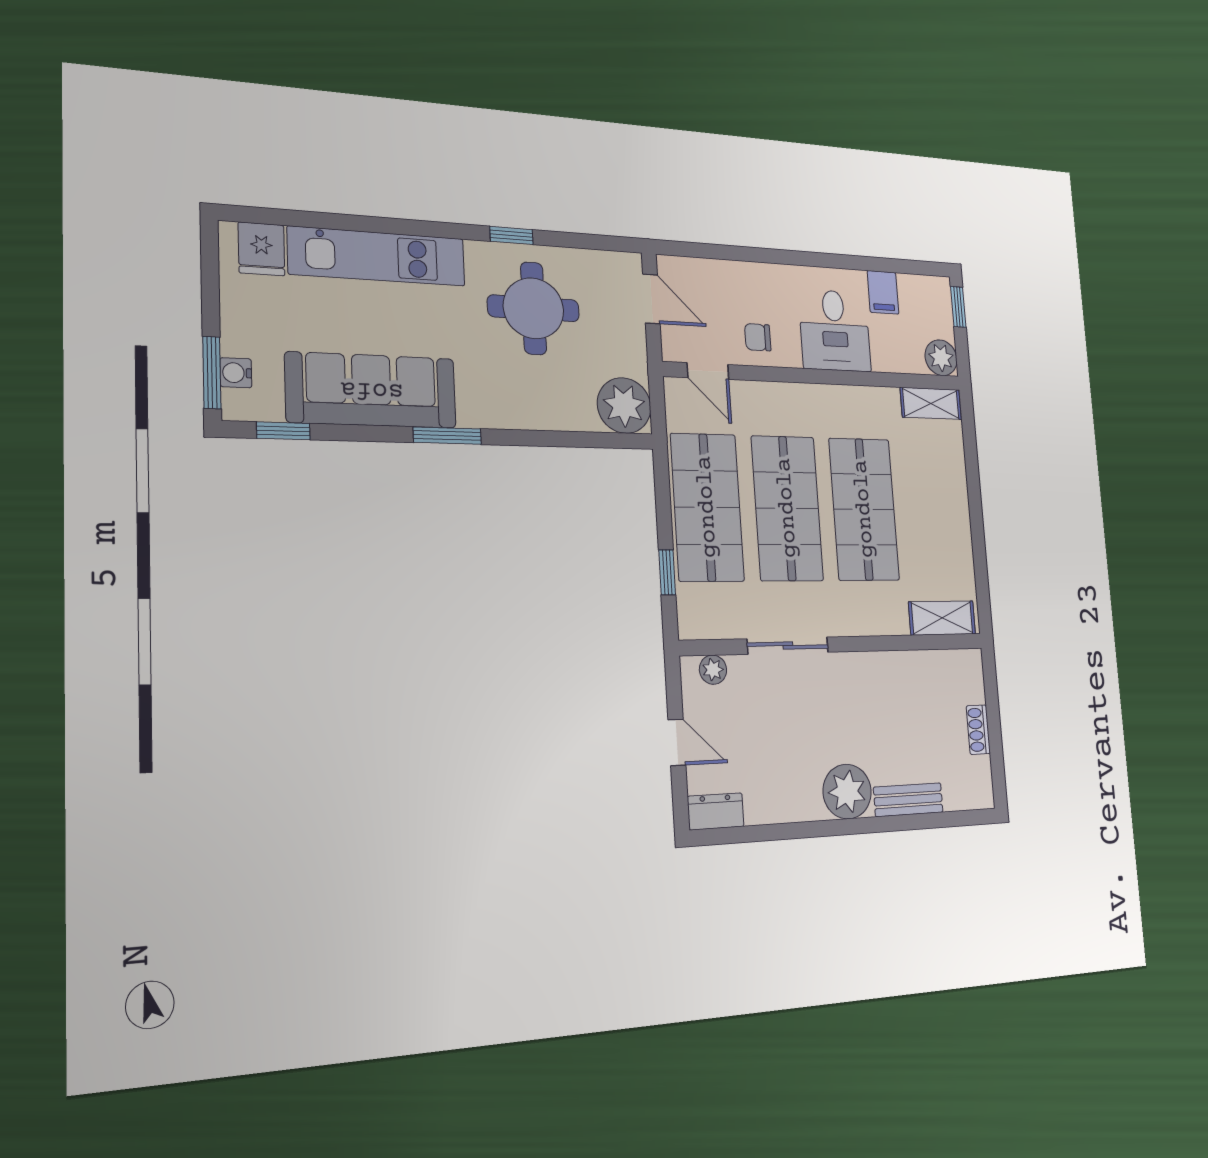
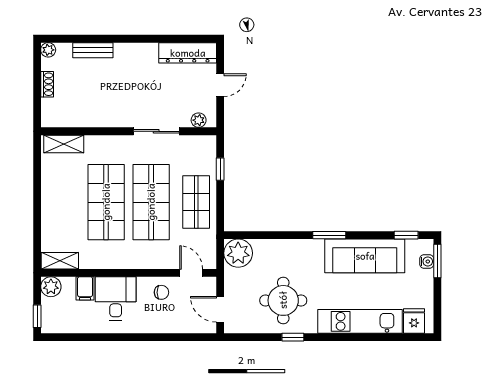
filing cabinet: (883, 292) -> (85, 288), moved, turned 180
shop shelf: (707, 507) -> (196, 202), width x0.70, depth x0.74
door: (677, 742) -> (220, 85), swing flipped
plant: (847, 792) -> (48, 50), moved, width x0.53, depth x0.53
dresser: (716, 811) -> (188, 53), width x1.96, depth x1.24

